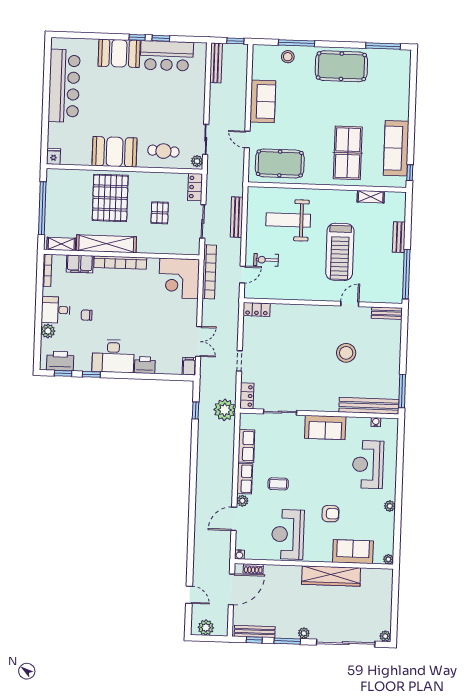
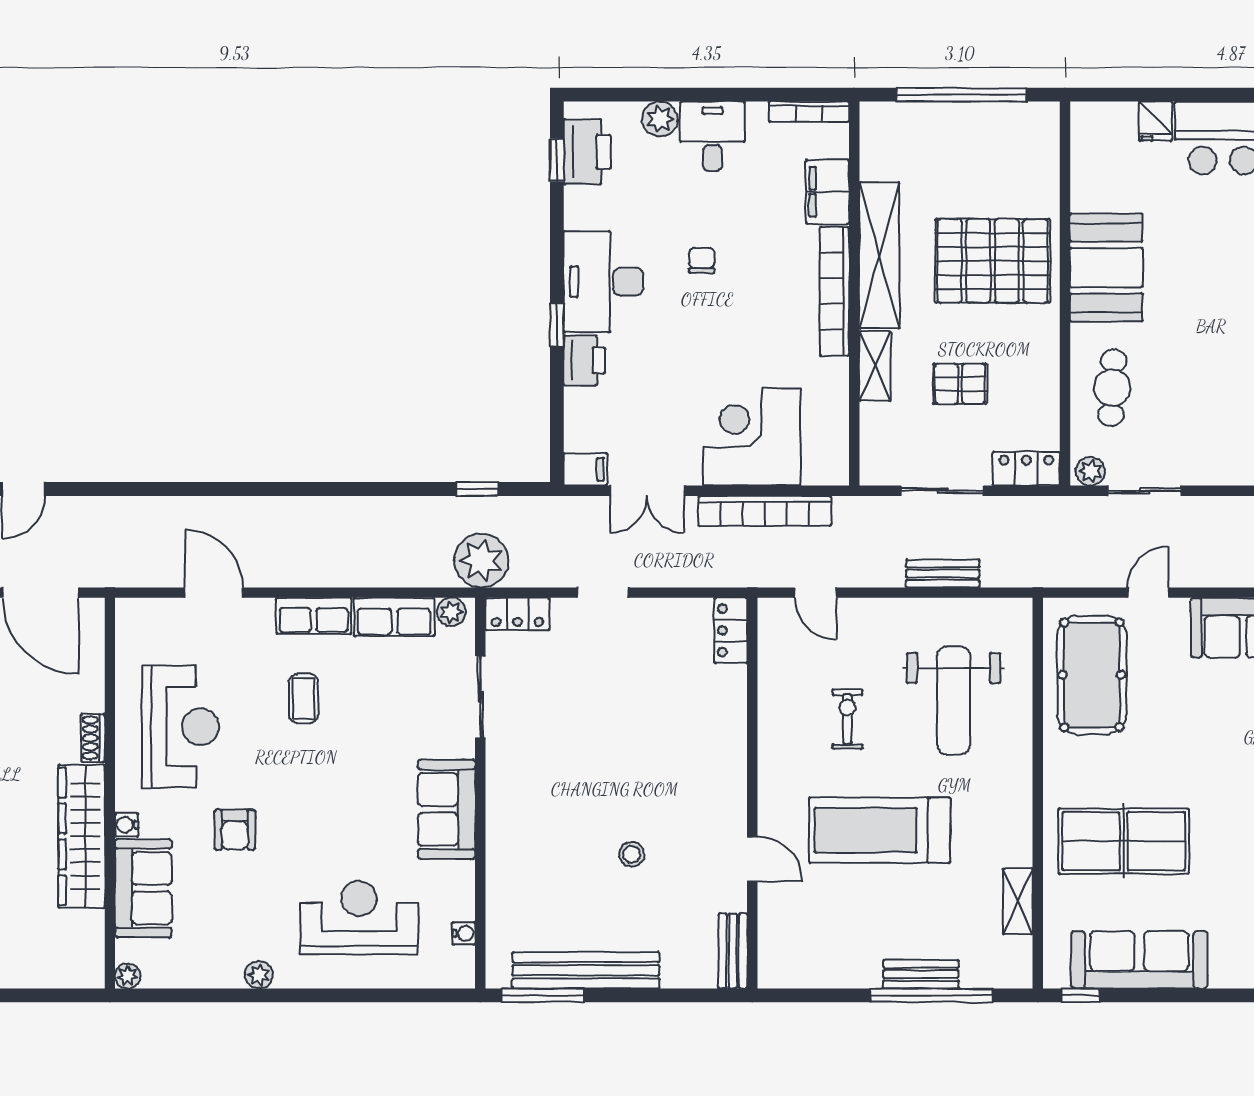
fridge: (54, 156) -> (1156, 121), moved, turned 90
bench: (237, 217) -> (943, 574), width x0.73
weight bench: (288, 220) -> (954, 701), turned 180
shelving: (61, 244) -> (875, 366), moved
exercise bike: (266, 260) -> (847, 719), moved
bookcase: (209, 272) -> (765, 511), moved
window: (406, 274) -> (932, 995), moved
corner desk: (179, 278) -> (752, 437), moved
chair: (87, 315) -> (702, 260), moved
stool: (346, 353) -> (632, 854), width x0.53, depth x0.53
window: (91, 374) -> (557, 325), moved
bench: (369, 406) -> (586, 970), moved, turned 90
plant: (242, 501) -> (451, 612), moved
reception desk: (288, 534) -> (180, 727), turned 90
water cooler: (239, 555) -> (127, 825), moved
shoe rack: (253, 569) -> (93, 738), moved

